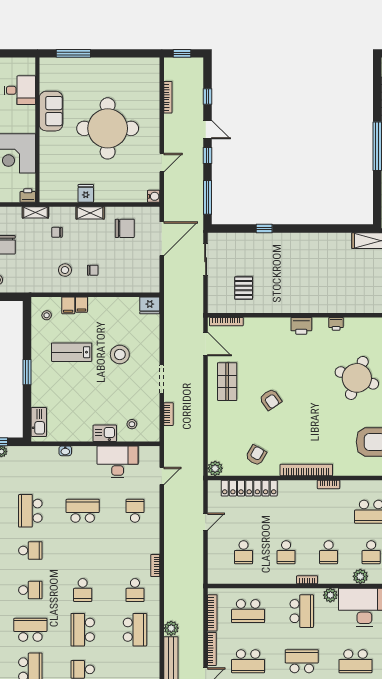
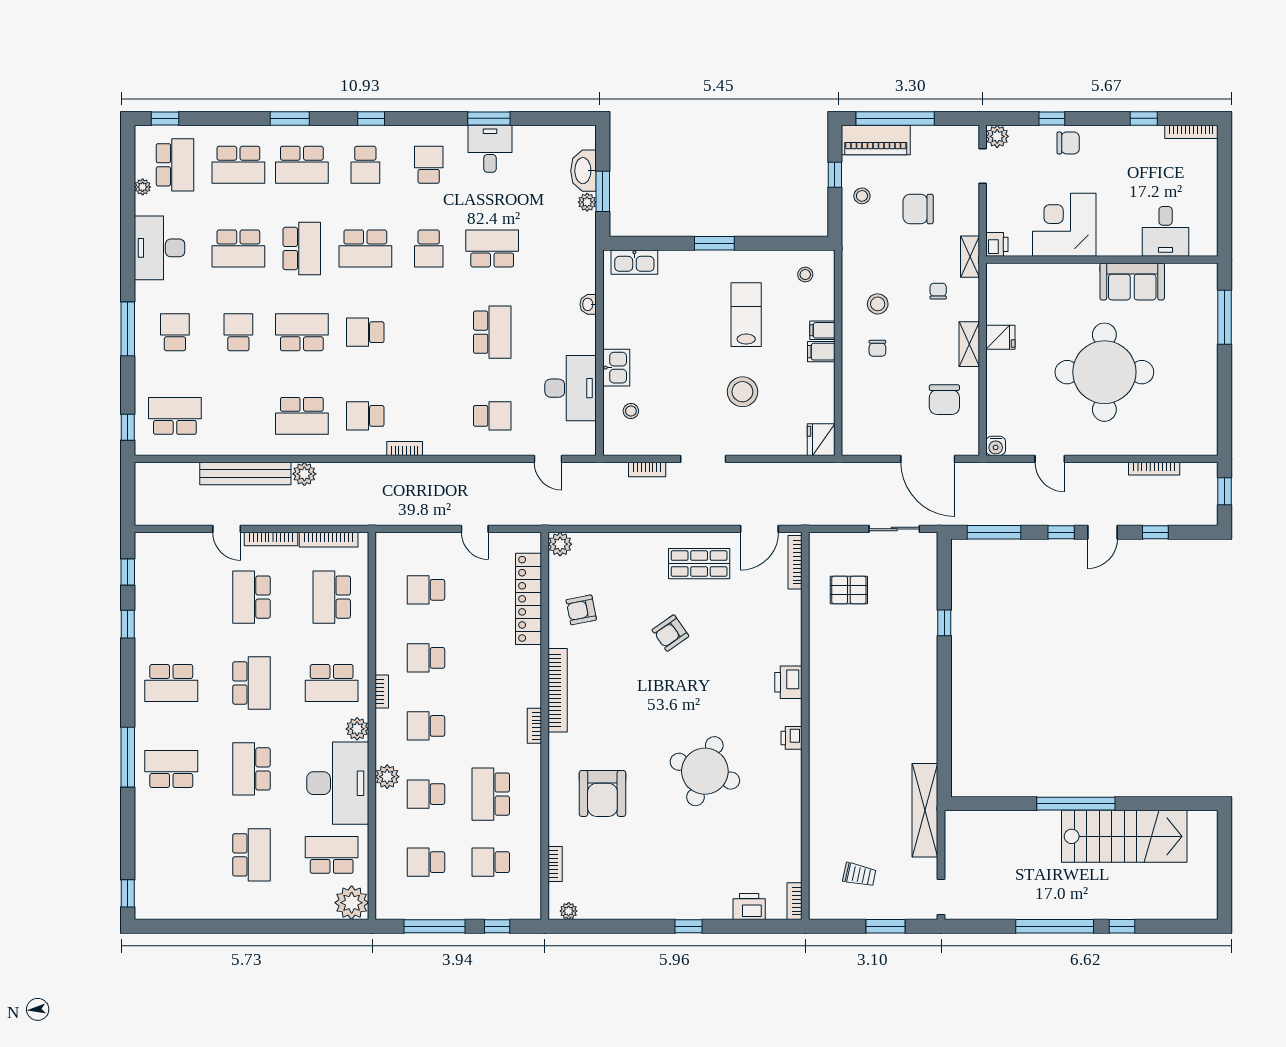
filing cabinet: (68, 305) -> (821, 352), moved
armchair: (256, 455) -> (581, 610), turned 139
school desk: (30, 590) -> (365, 248), width x1.85

